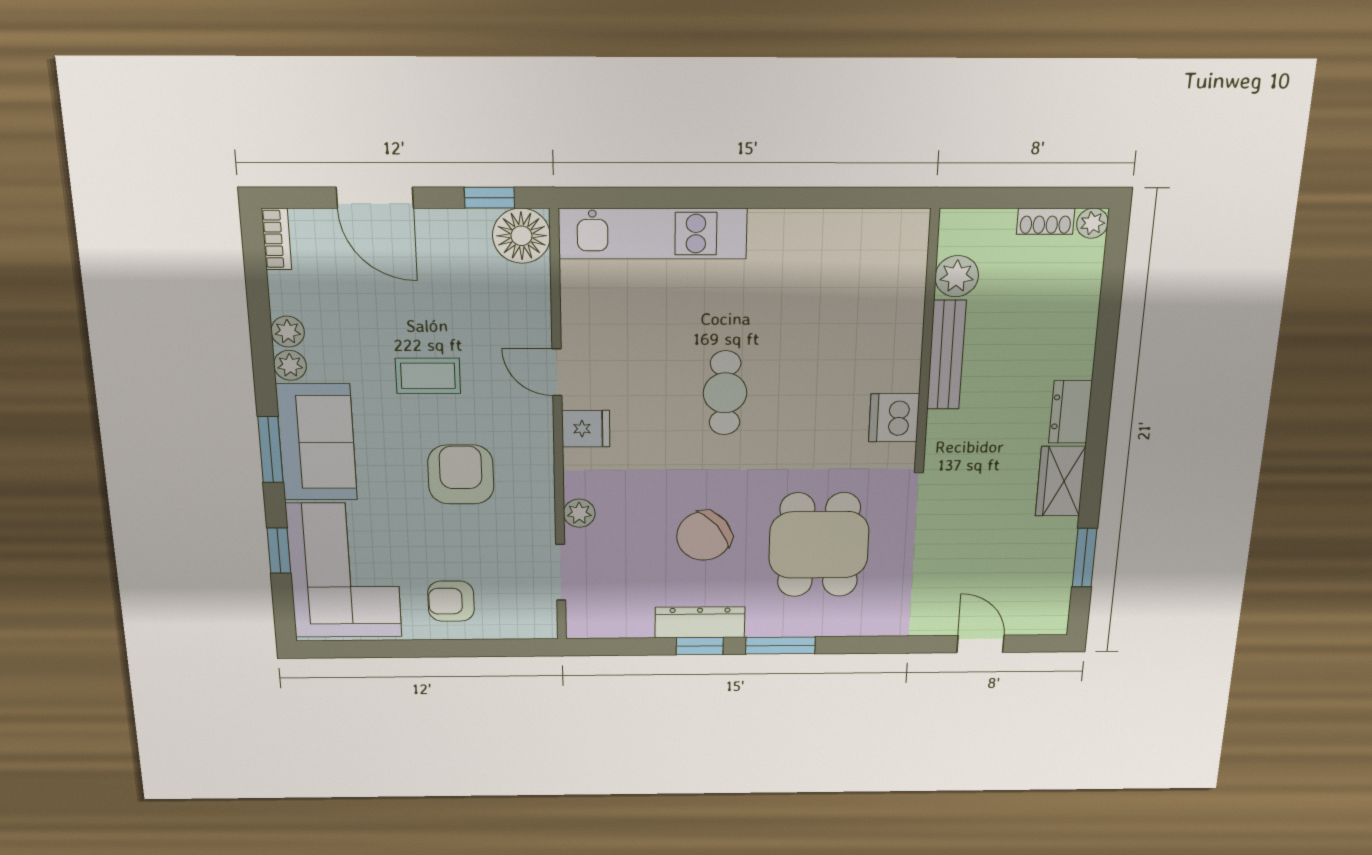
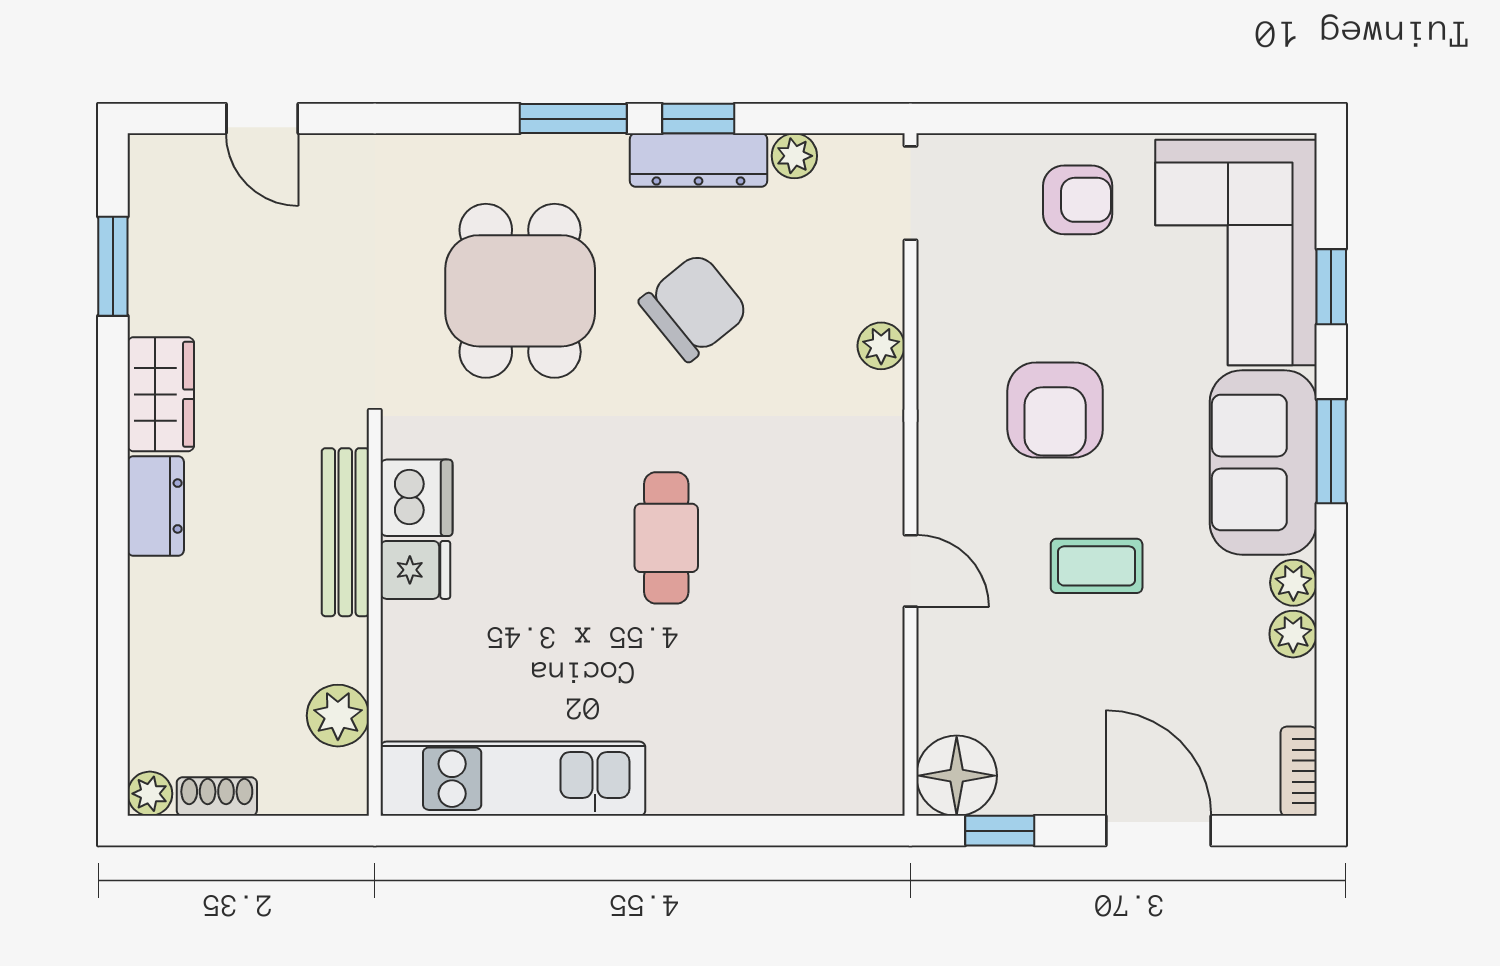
kitchen unit: (653, 234) -> (513, 779), moved
bench: (946, 355) -> (345, 532), moved
fridge: (586, 429) -> (415, 570), moved, turned 180
doorway: (561, 572) -> (910, 193), moved
plant: (637, 625) -> (794, 156), added

